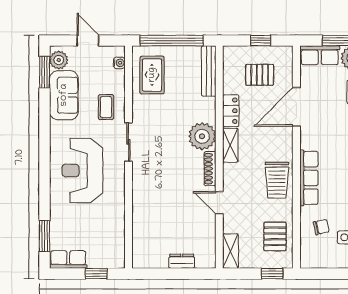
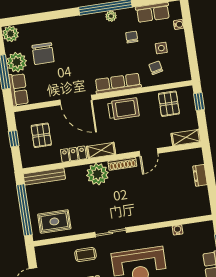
water cooler: (119, 63) -> (178, 230), moved
door: (296, 107) -> (76, 100), moved
pallet: (275, 236) -> (169, 104), turned 90

